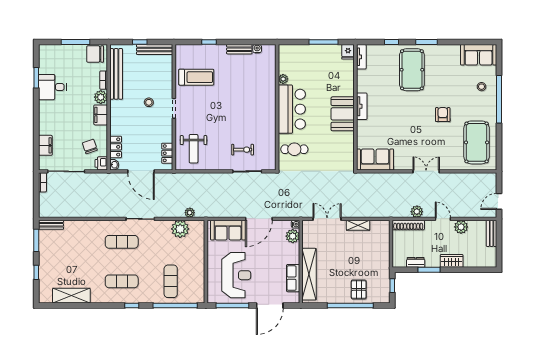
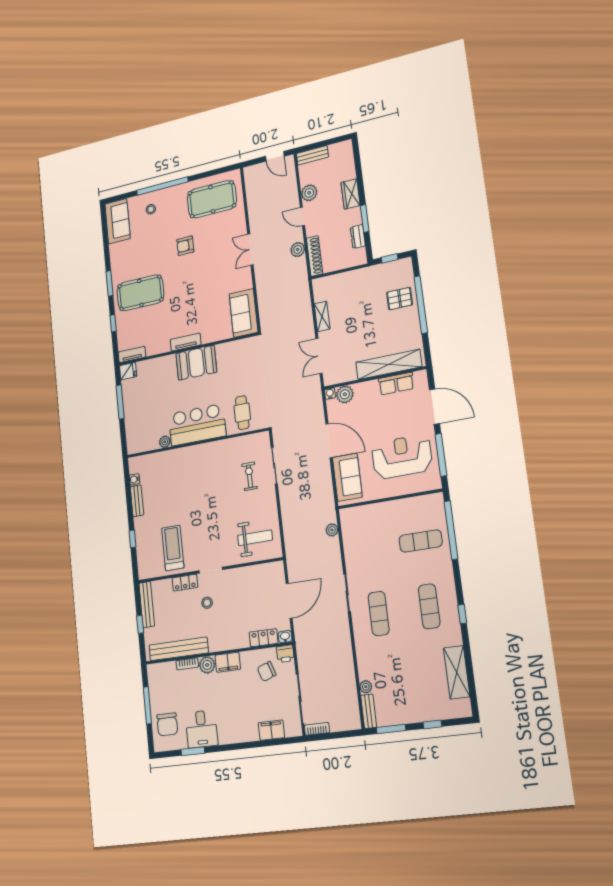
chair: (95, 54) -> (167, 724), moved
locker: (167, 153) -> (185, 583), moved
door: (443, 219) -> (302, 216), hinge flipped
plant: (180, 229) -> (366, 687), moved, width x0.53, depth x0.53
window: (132, 305) -> (462, 614), moved

